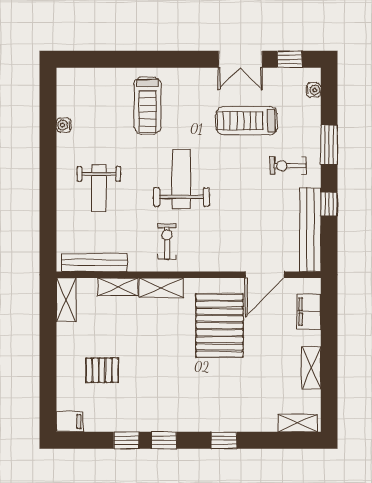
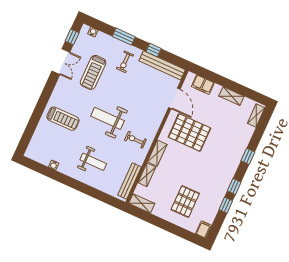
pallet: (102, 370) -> (185, 201), width x1.50, depth x1.42

